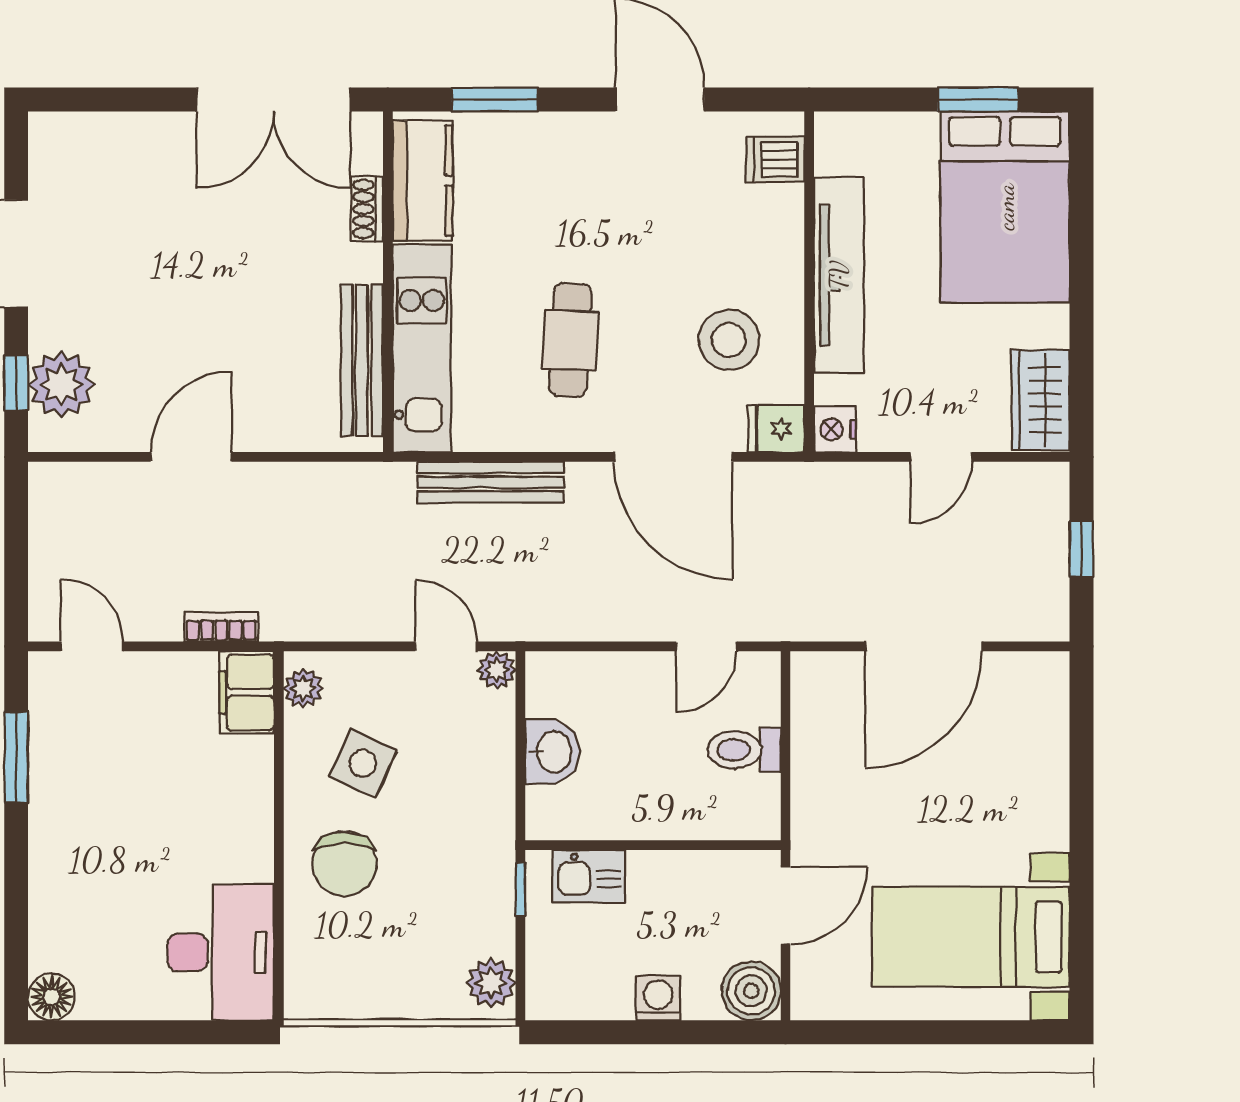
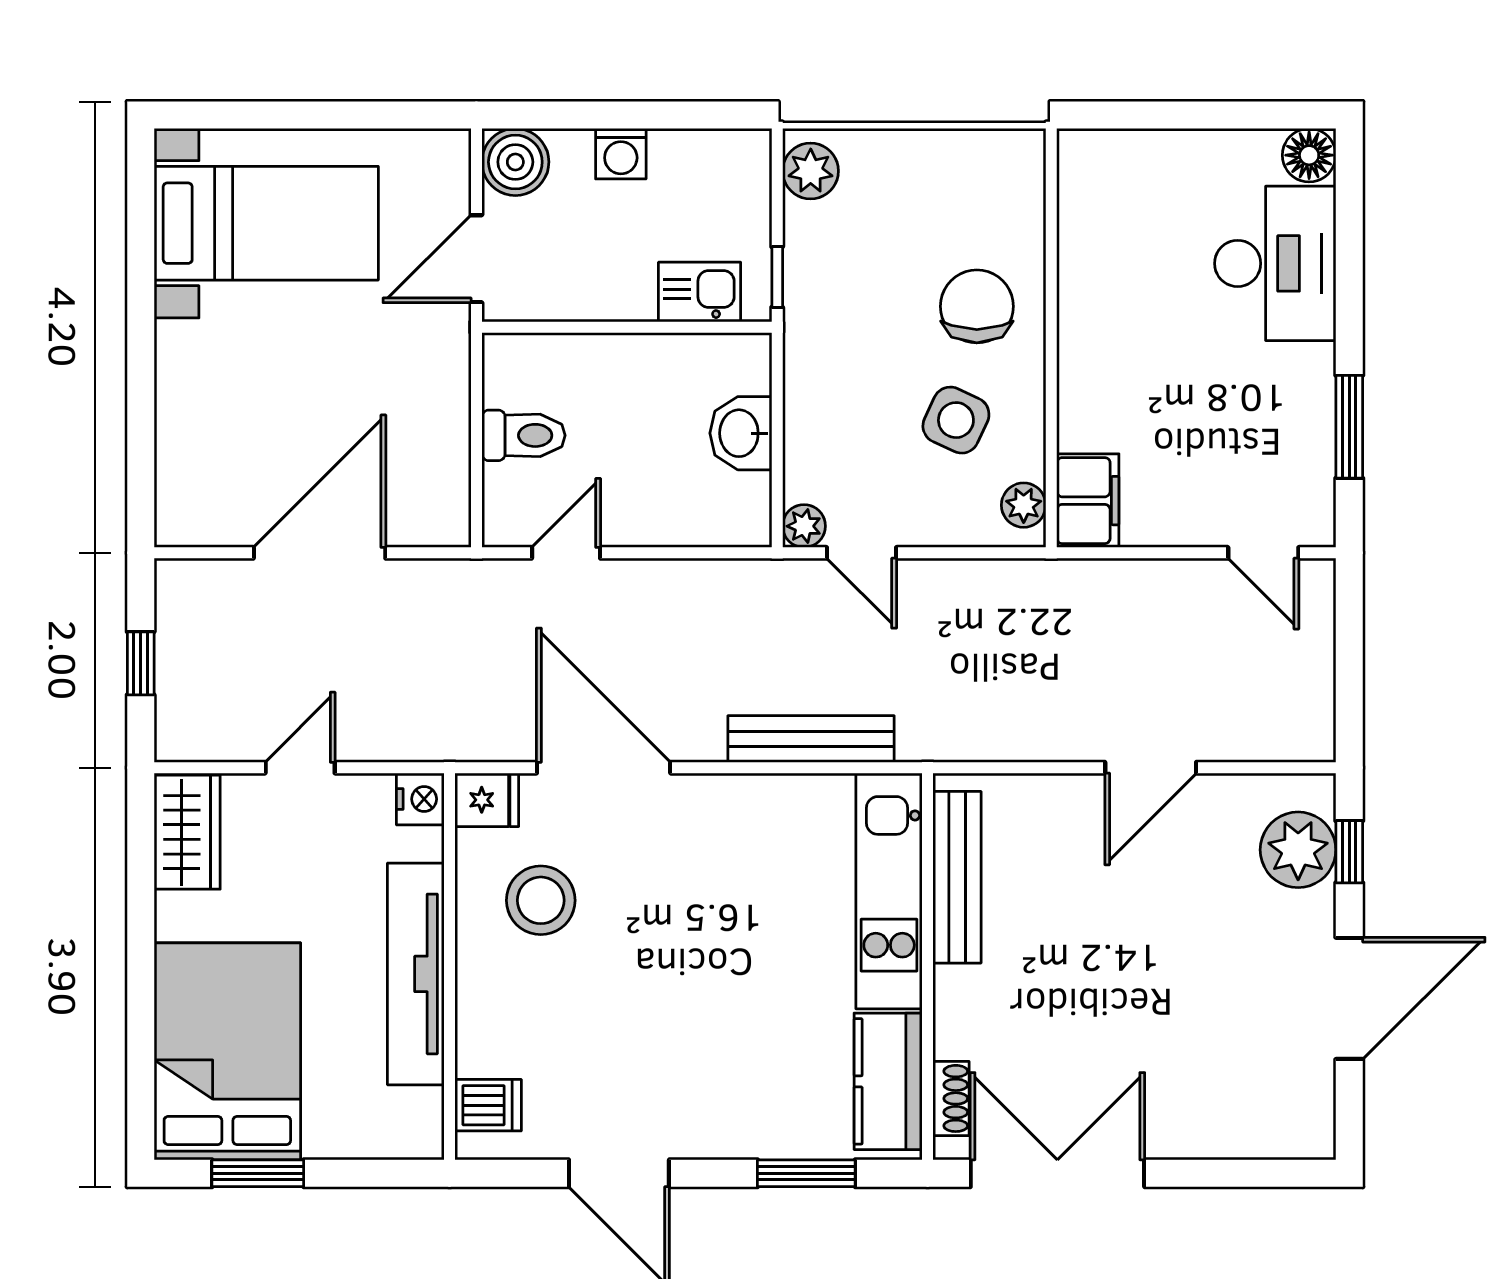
shoe rack: (367, 209) -> (951, 1098), moved
cafe table: (570, 340) -> (721, 900), removed
bookcase: (221, 627) -> (1116, 575), removed
desk: (221, 952) -> (1275, 263), moved, turned 180

